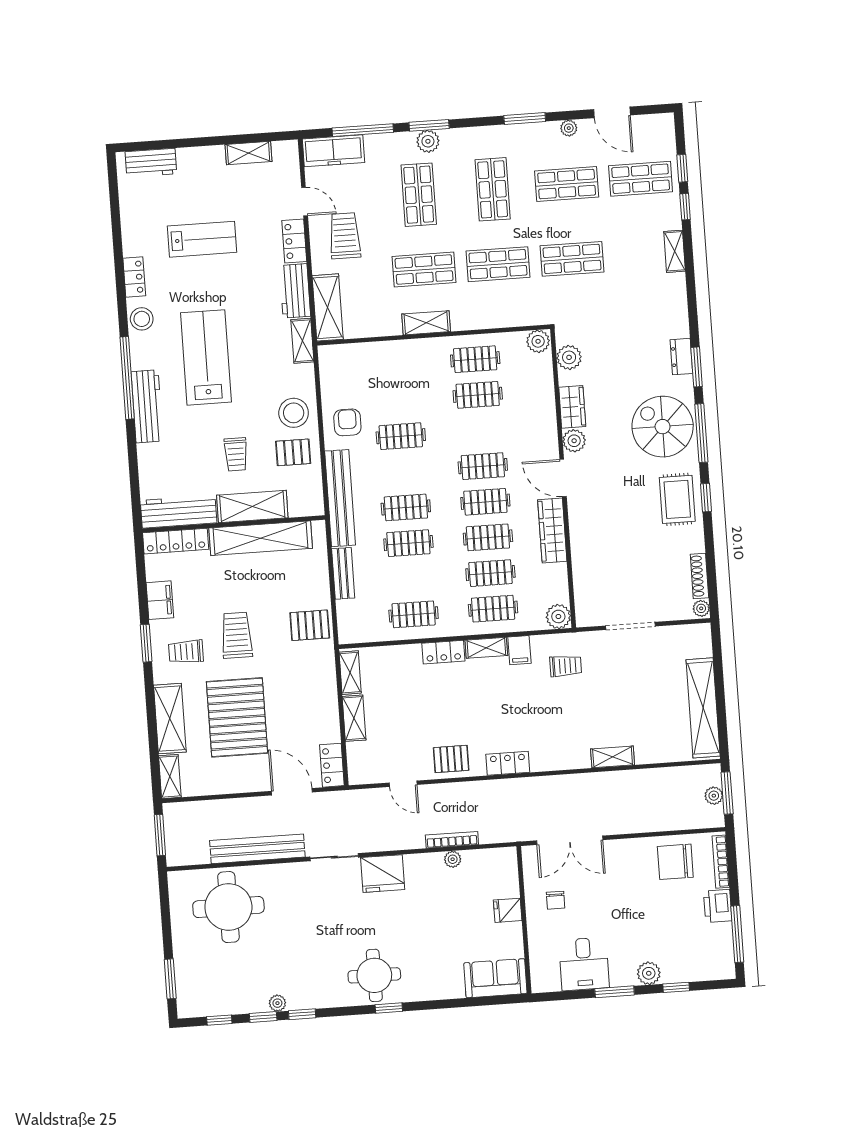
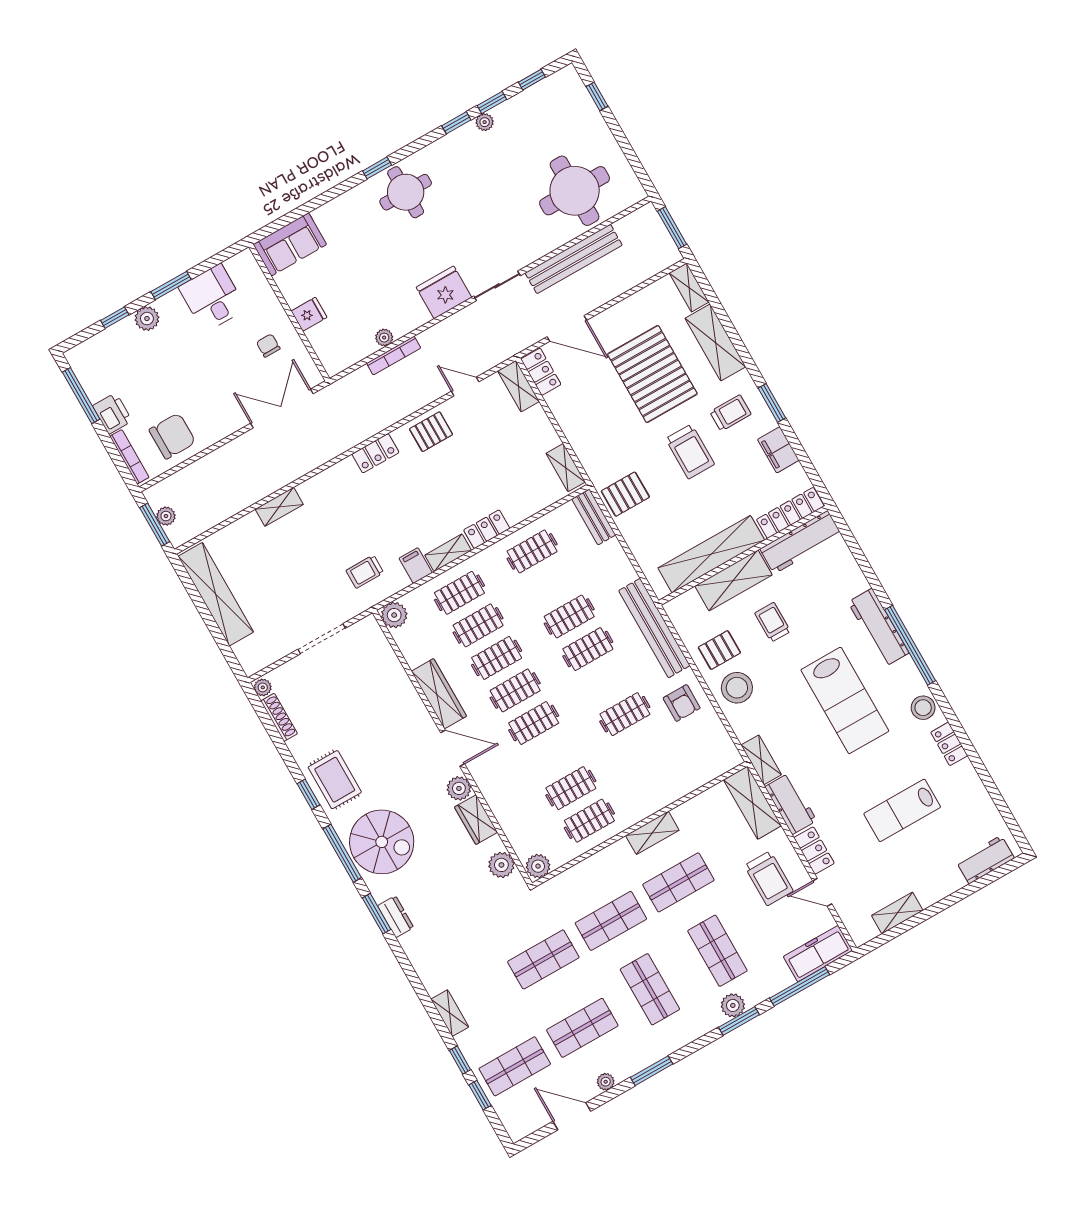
bench: (343, 573) -> (594, 517), moved
shelving: (354, 718) -> (518, 386), moved
window: (170, 979) -> (597, 96), width x0.67

